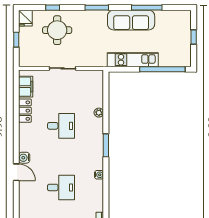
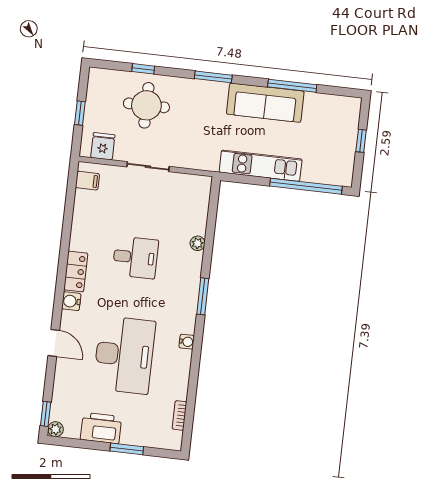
fridge: (25, 18) -> (103, 146), moved, turned 180
filing cabinet: (26, 87) -> (87, 181), width x0.50
locker: (25, 111) -> (76, 271), moved
door: (16, 172) -> (54, 343), moved
desk: (61, 187) -> (124, 355), width x1.87, depth x1.30

